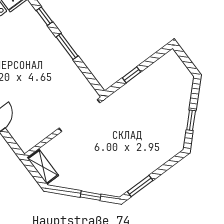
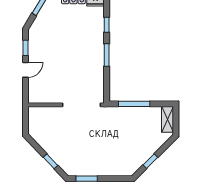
window: (132, 75) -> (134, 104), width x2.17
shelving: (43, 167) -> (168, 119), moved

